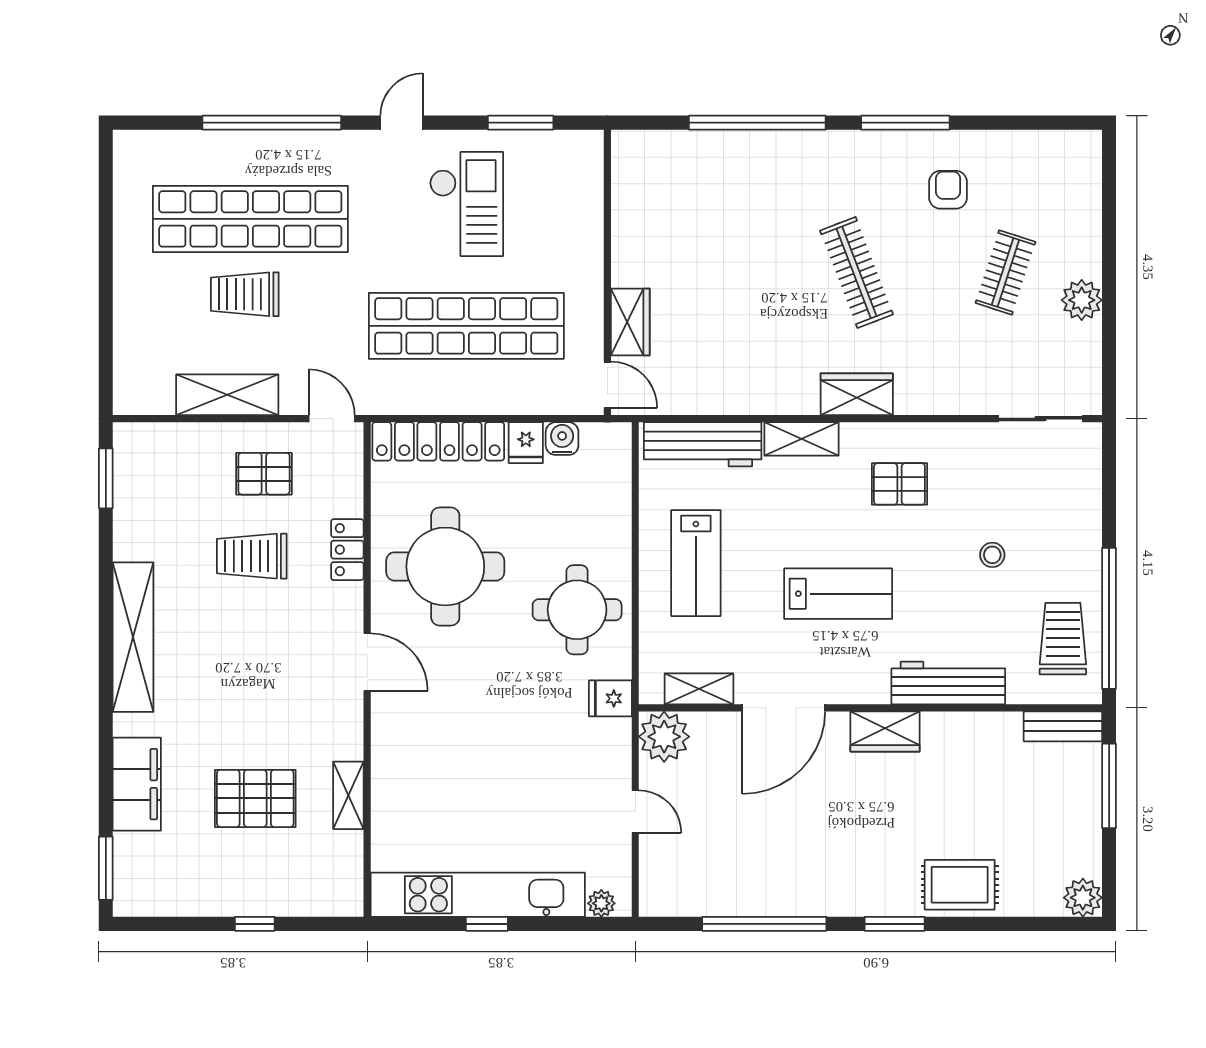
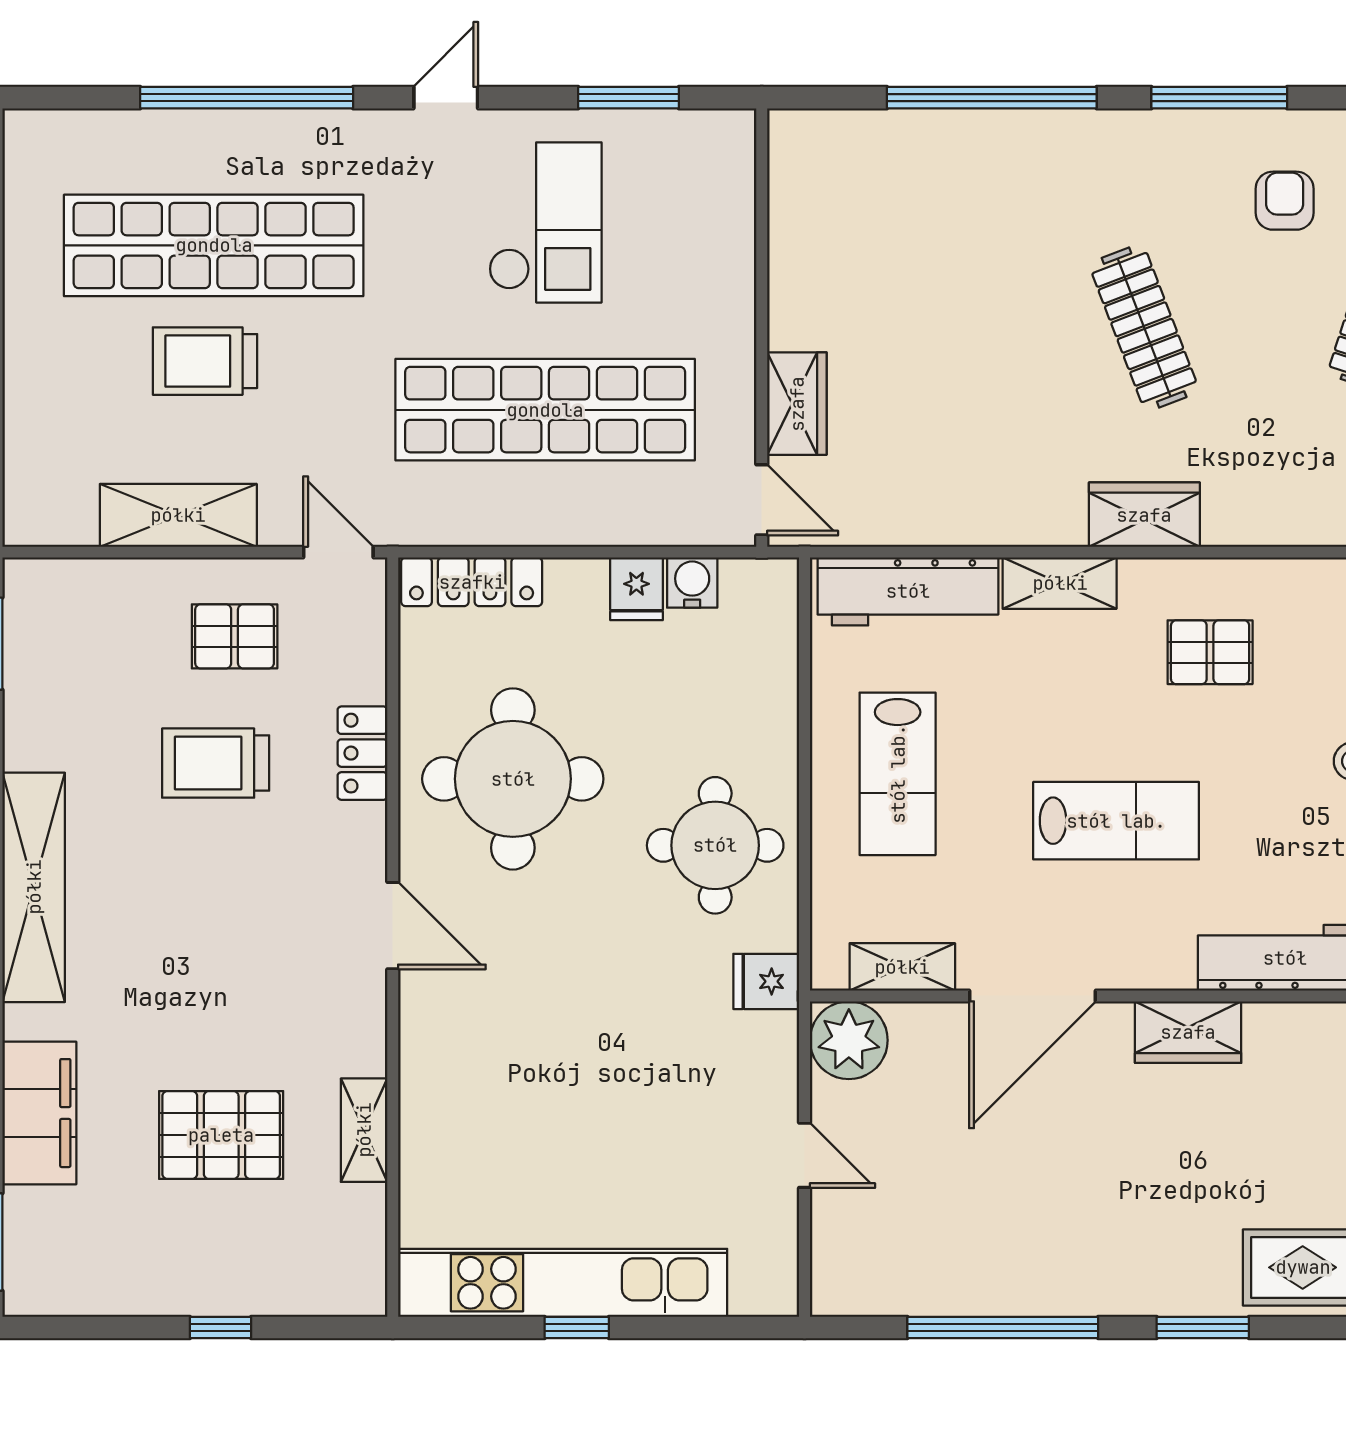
locker: (438, 441) -> (472, 582), width x0.71, depth x0.83
plant: (601, 903) -> (752, 1296), removed

